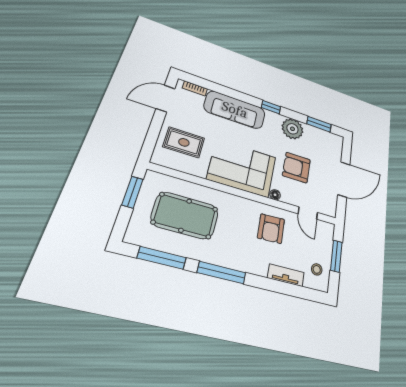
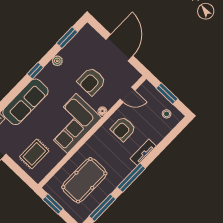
plant: (292, 129) -> (57, 61), width x0.53, depth x0.53
armchair: (271, 229) -> (123, 129), turned 92
tv unit: (286, 275) -> (143, 152), moved

